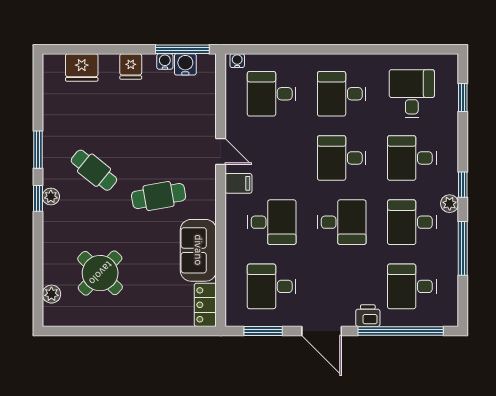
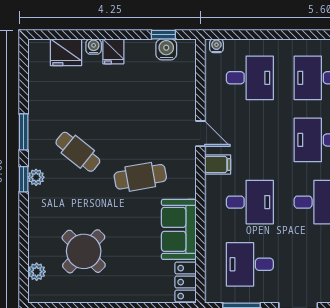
window: (182, 49) -> (163, 35), width x0.46
water cooler: (165, 61) -> (94, 47), moved
desk: (272, 94) -> (250, 78), turned 180

